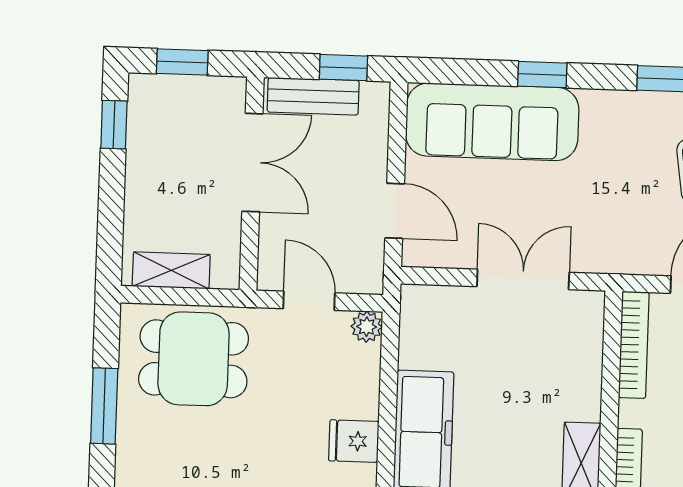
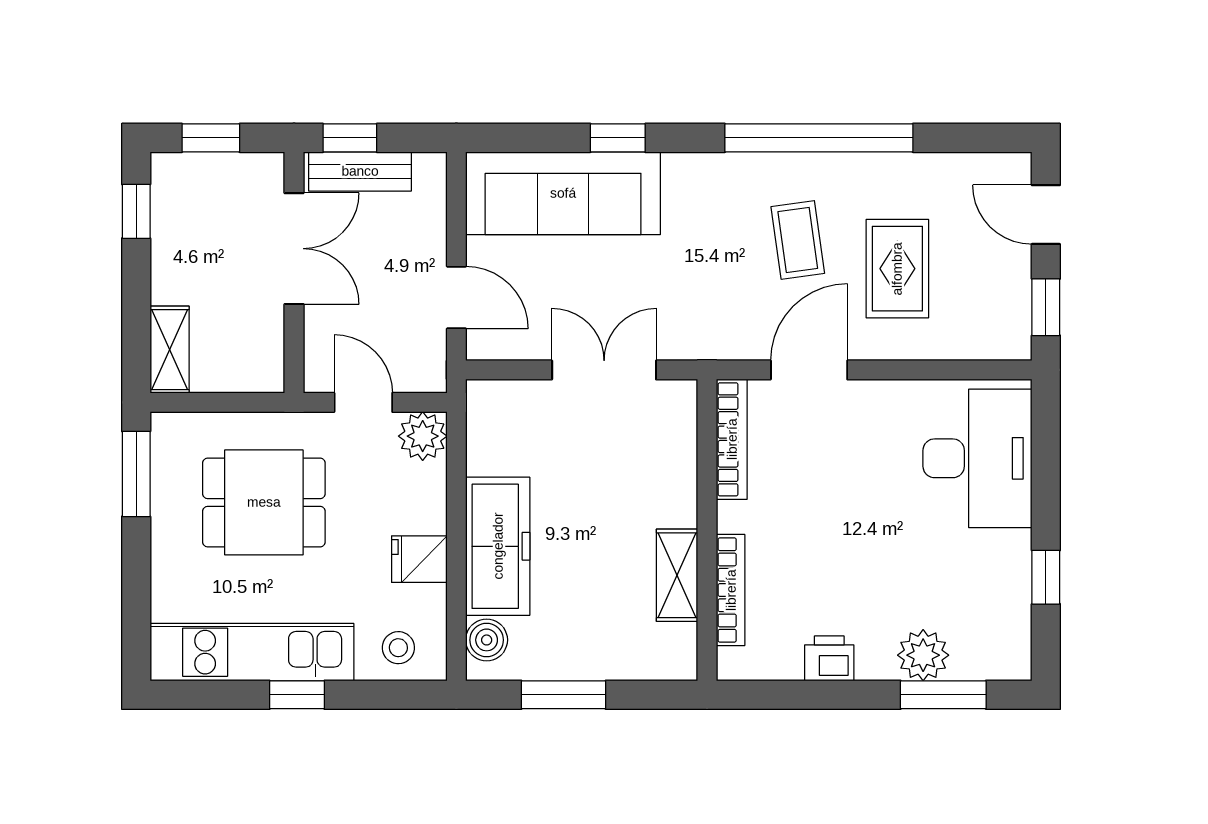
window: (343, 68) -> (350, 138), moved
shelving: (171, 270) -> (170, 350), moved, turned 90
plant: (367, 327) -> (423, 436), width x1.38, depth x1.38
dining table: (194, 359) -> (264, 502), moved
window: (104, 406) -> (136, 474), moved

